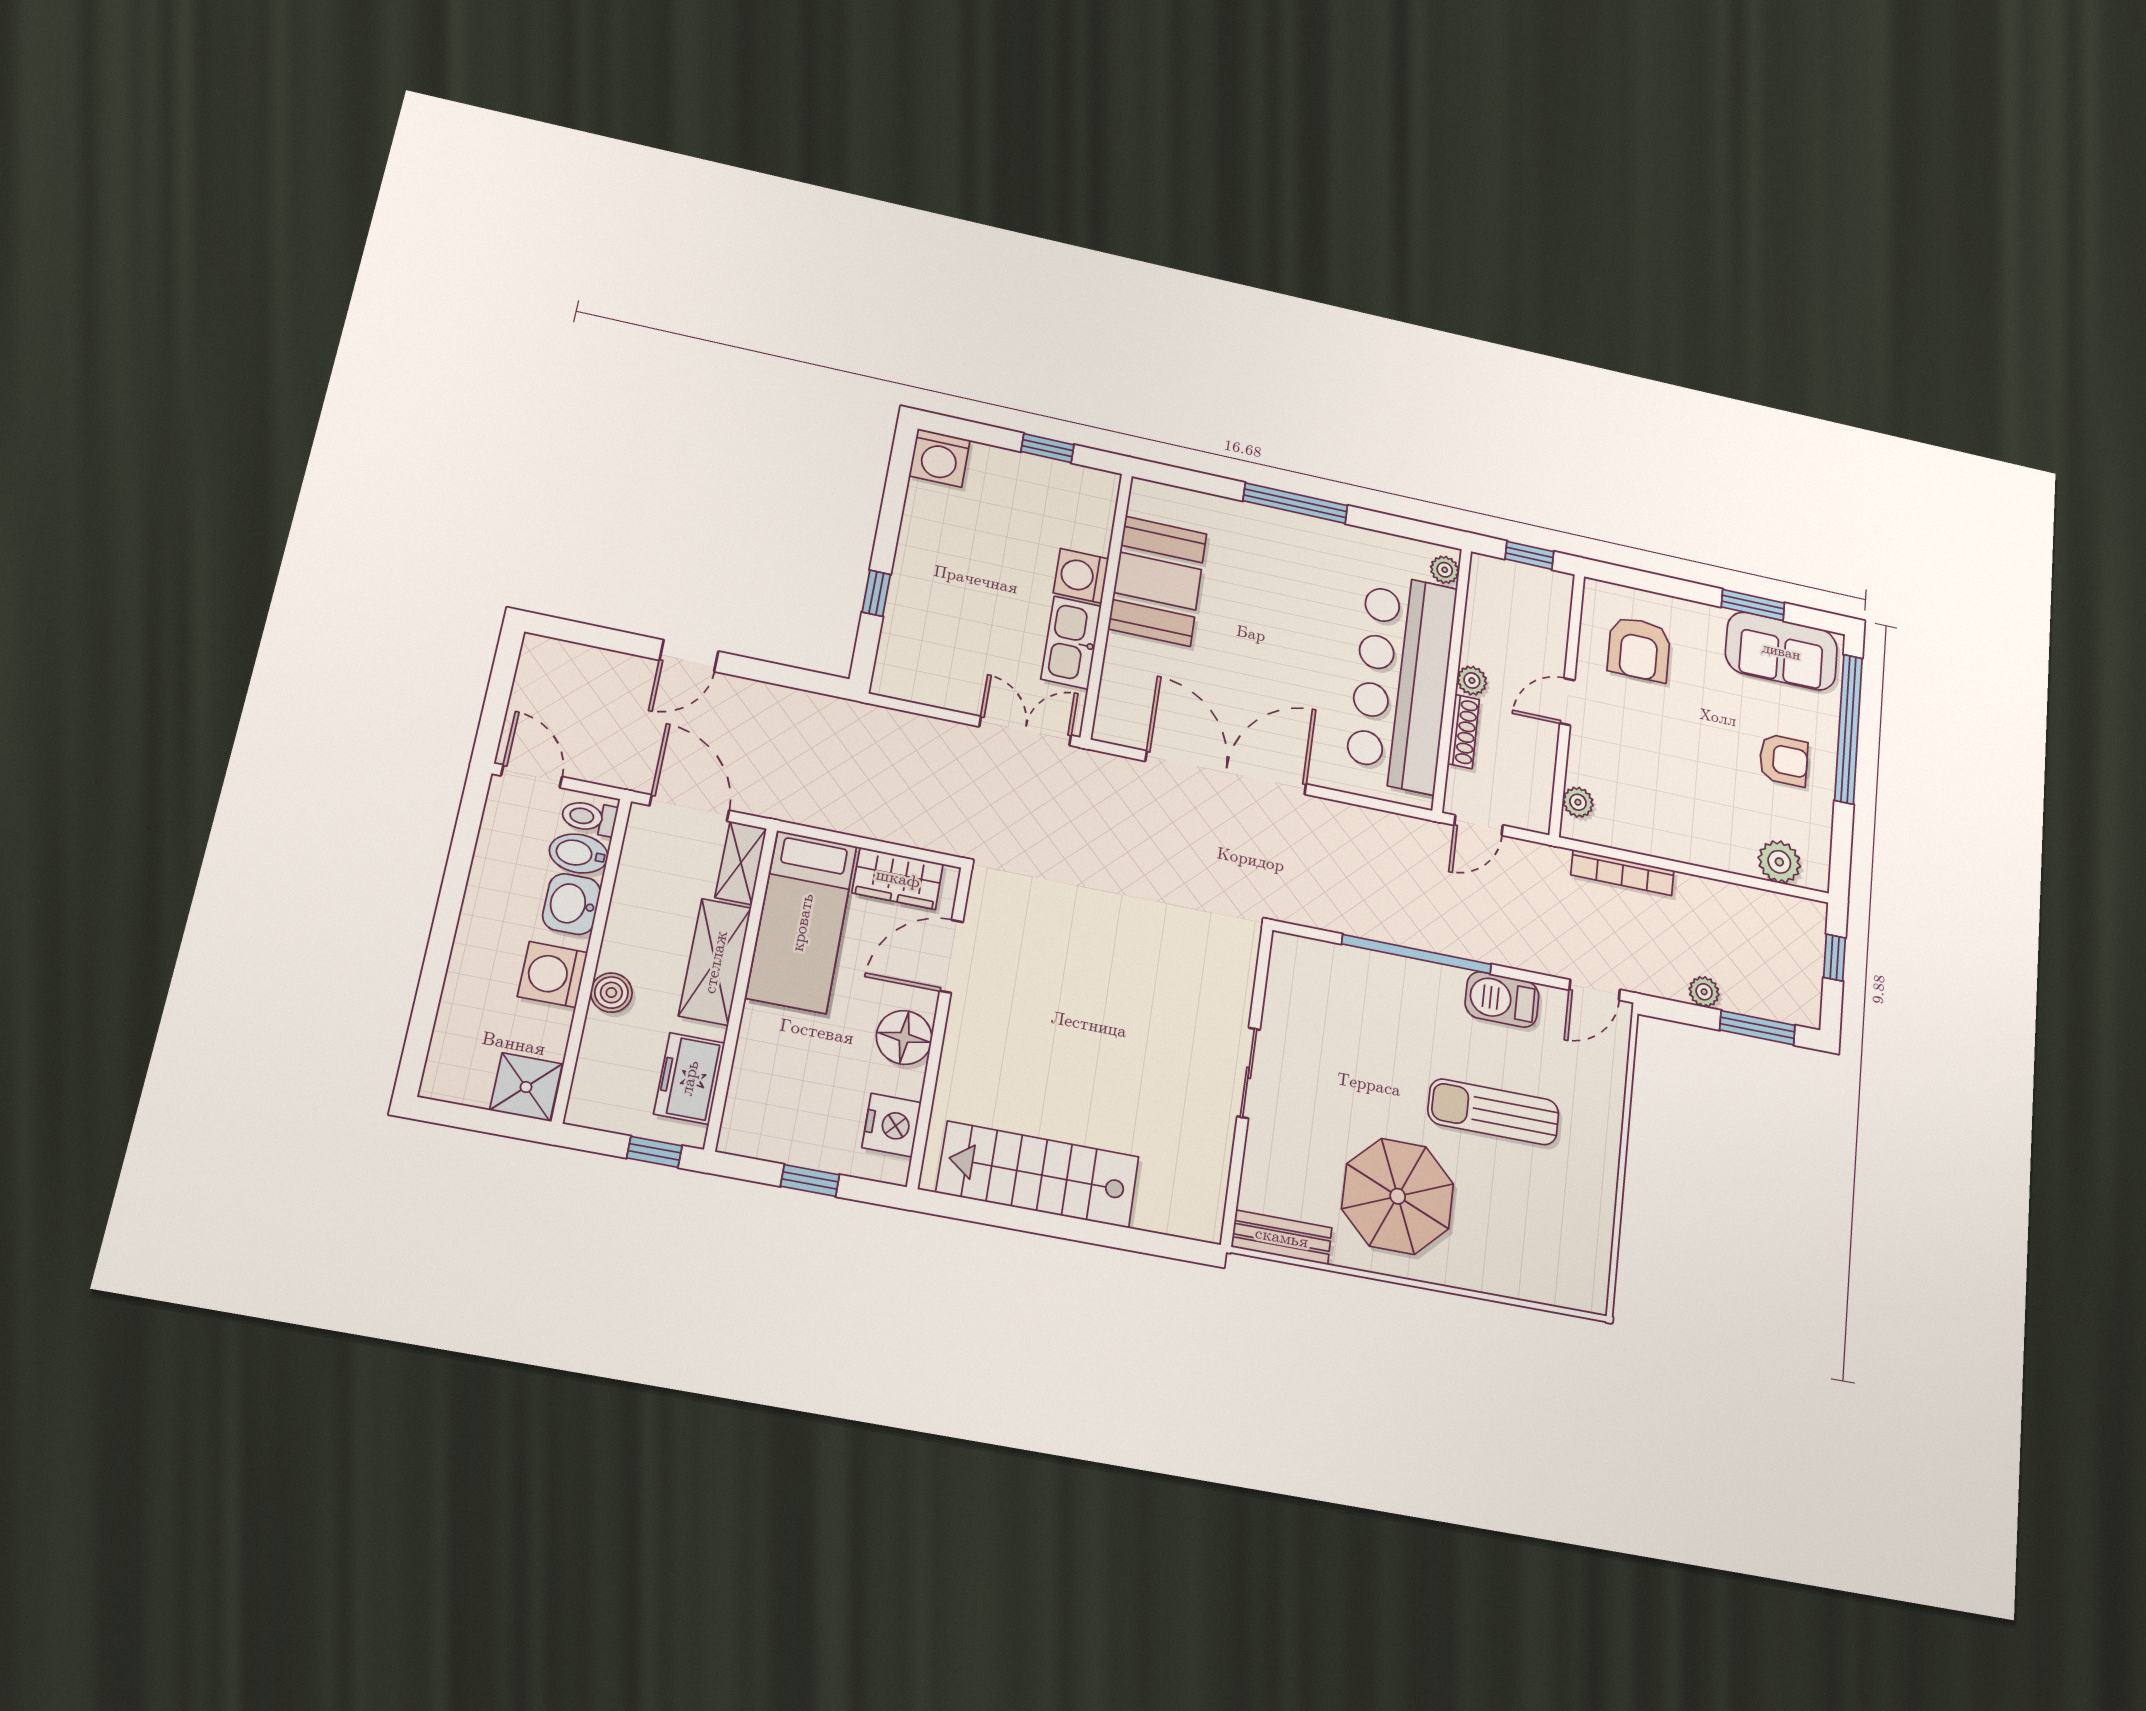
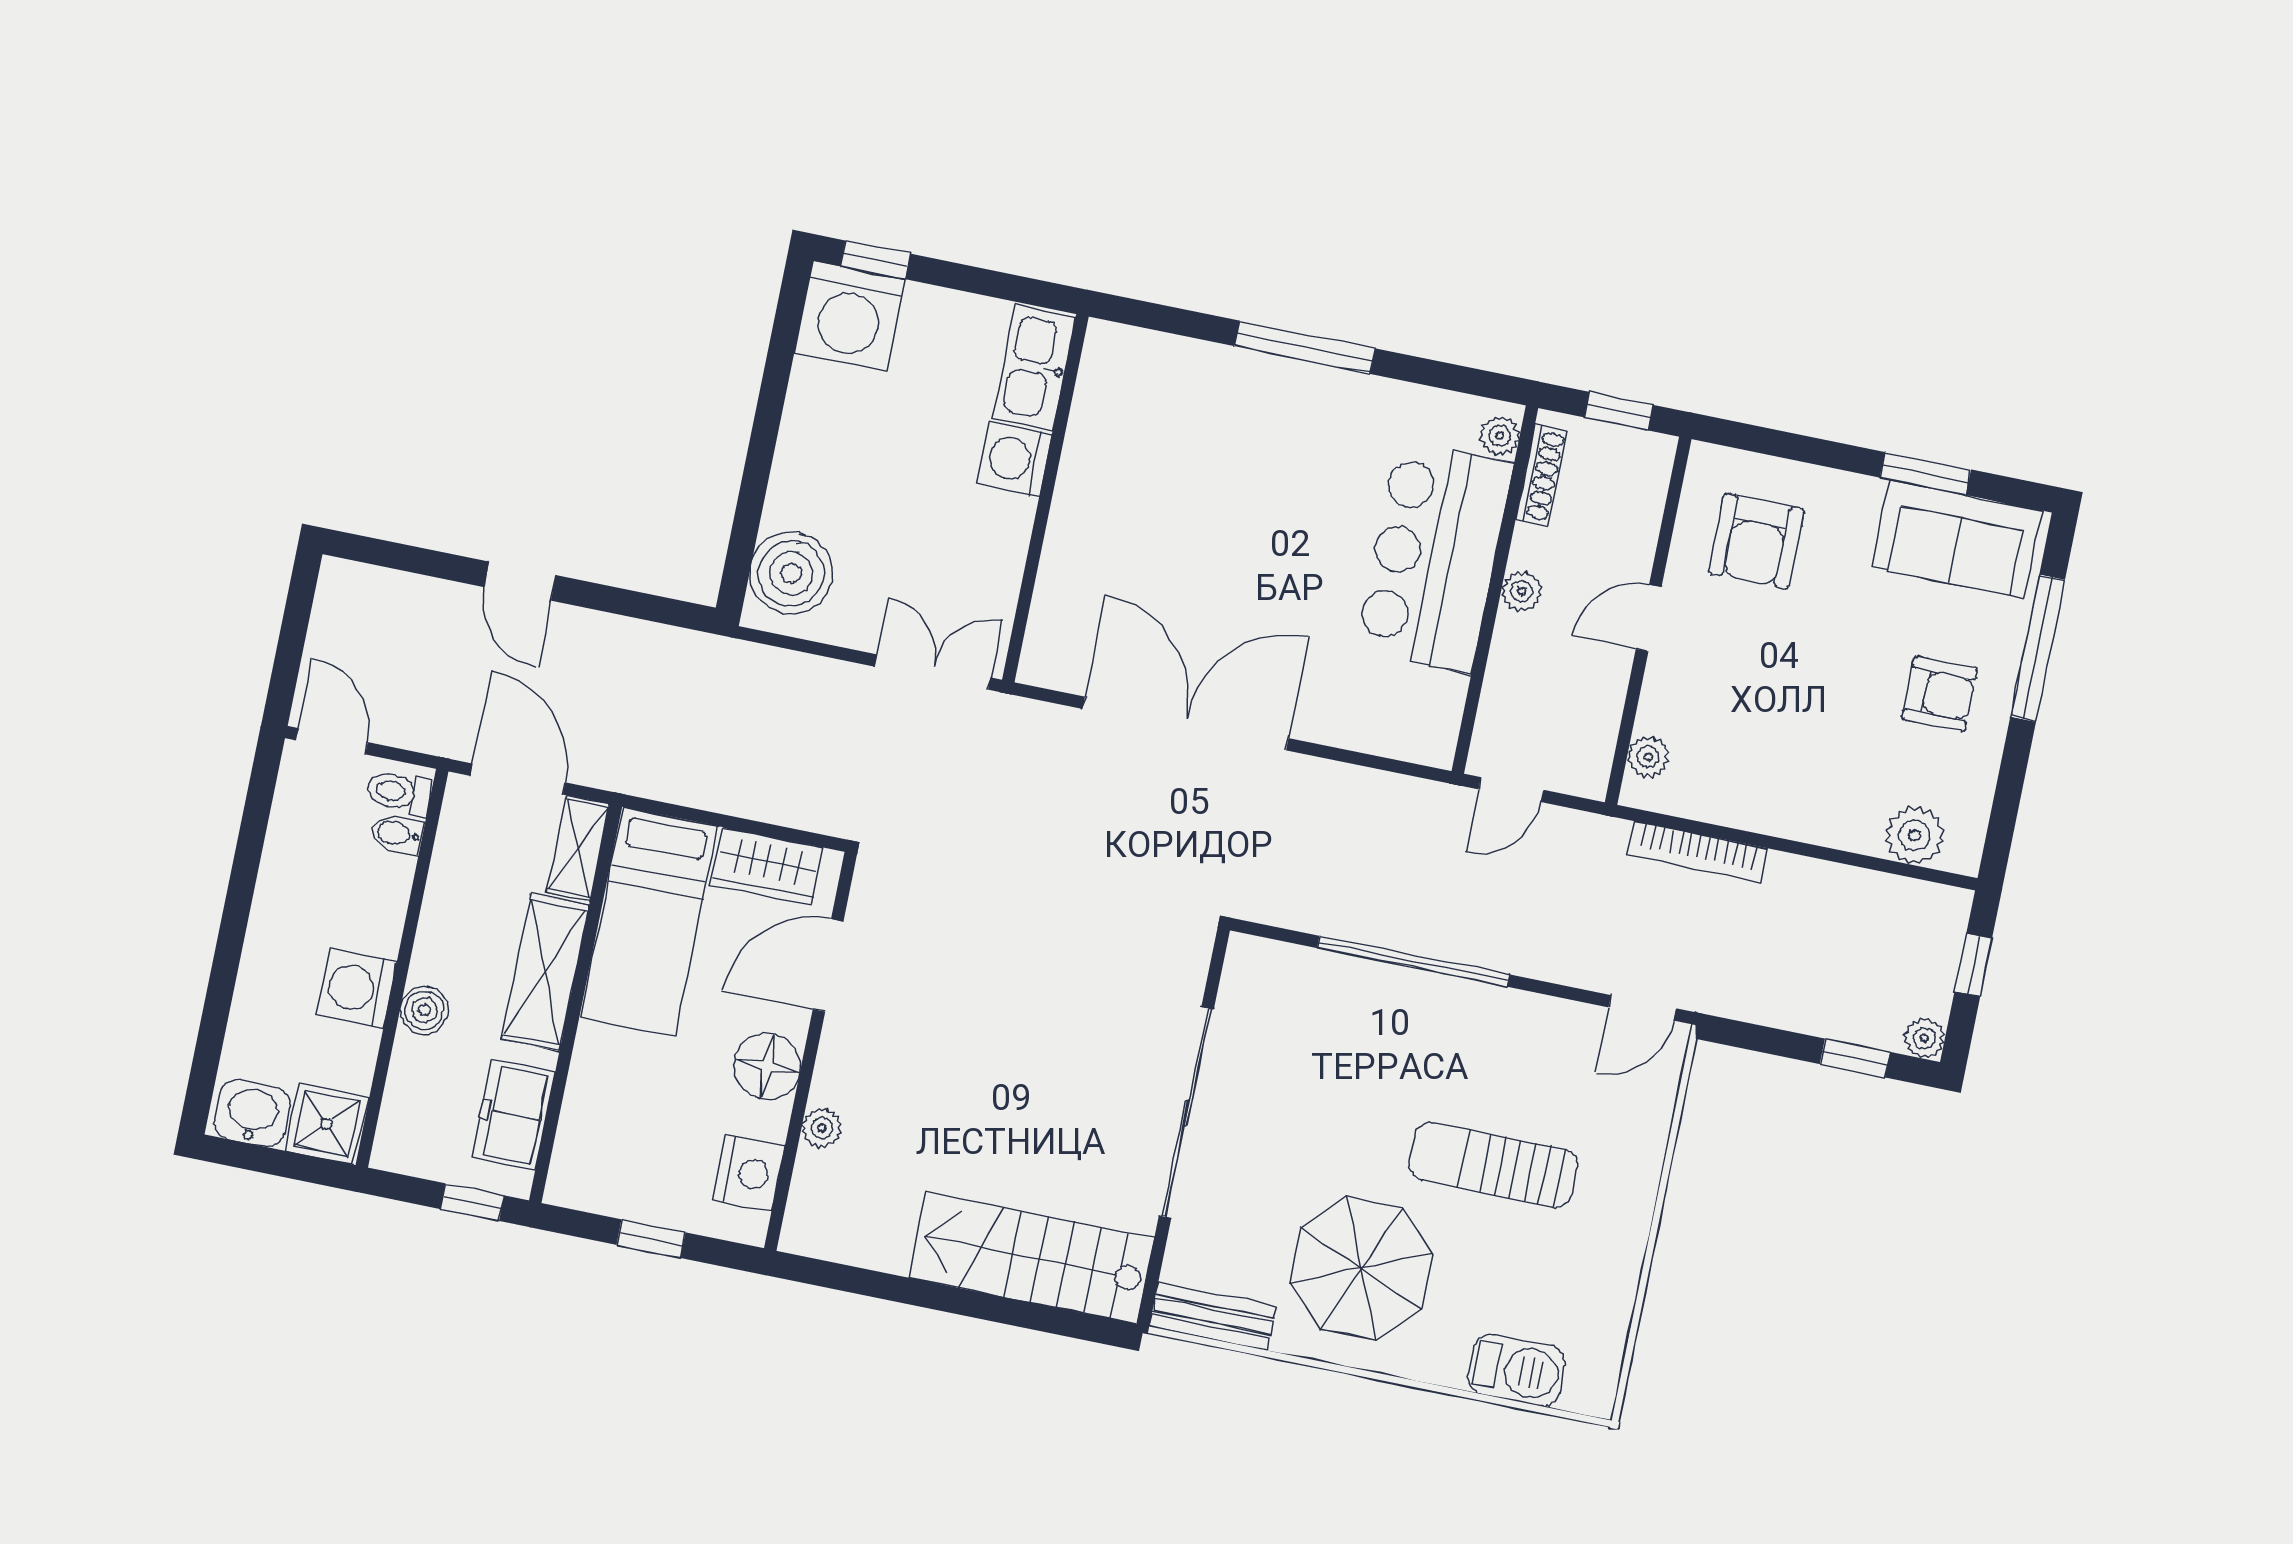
window: (1047, 448) -> (875, 260), moved
washing machine: (939, 458) -> (850, 316), width x1.37, depth x1.37
booth: (1158, 581) -> (1114, 463), removed
window: (876, 593) -> (753, 491), removed
kitchen sink: (1071, 643) -> (1034, 367), moved
boiler: (909, 655) -> (791, 573), added
door: (689, 656) -> (520, 581), hinge flipped
bar counter: (1401, 682) -> (1434, 557), width x0.73
window: (1849, 729) -> (2038, 648), width x0.68
shoe rack: (1463, 732) -> (1541, 475), moved
bidet: (579, 854) -> (397, 834), width x0.72, depth x0.74
washbasin: (572, 904) -> (253, 1113), moved, turned 90
plant: (1704, 992) -> (1924, 1038), moved
barbecue: (1502, 999) -> (1517, 1370), moved, turned 180
window: (1757, 1028) -> (1855, 1058), width x0.67
sliding door: (1249, 1073) -> (1186, 1113), width x1.86
plant: (952, 1087) -> (822, 1128), added
stairs: (1038, 1174) -> (1031, 1258), moved

